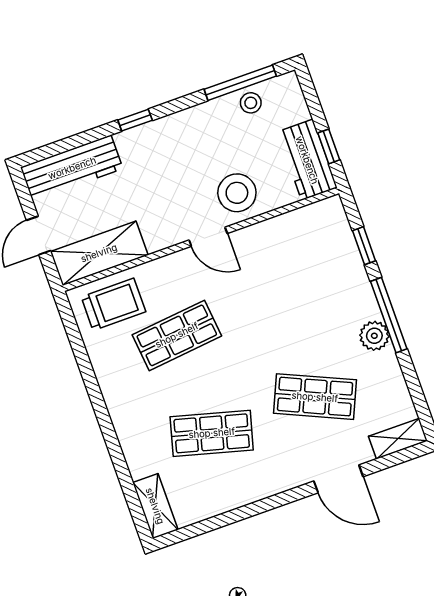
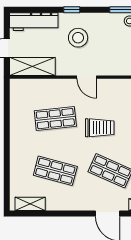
stool: (237, 193) -> (78, 38), moved
trolley: (113, 304) -> (100, 128), moved
shelving: (155, 506) -> (30, 204), moved, turned 90

